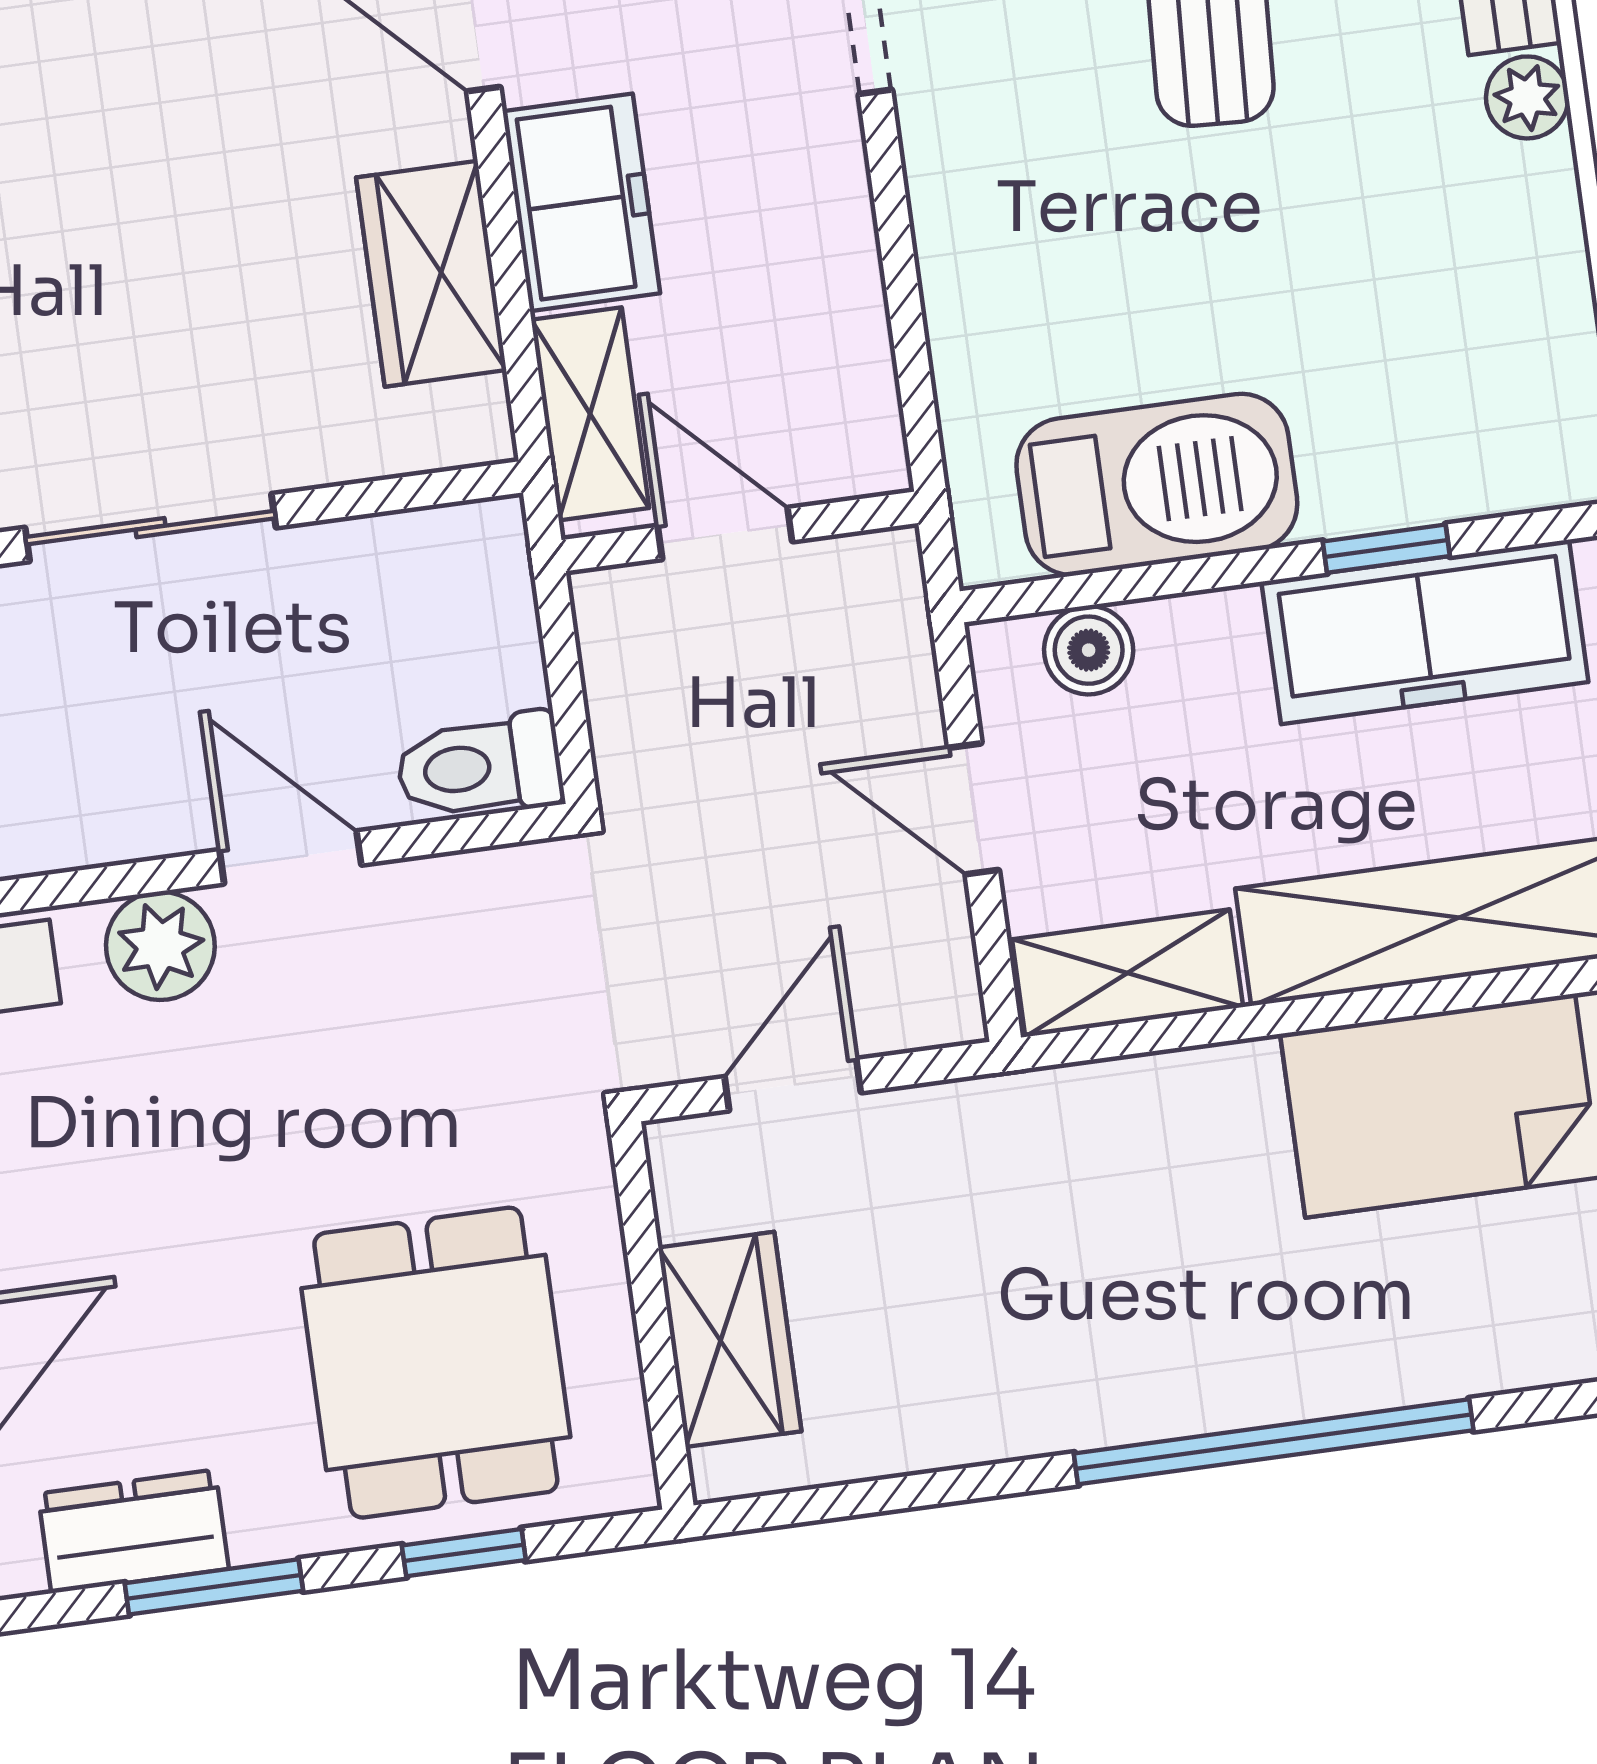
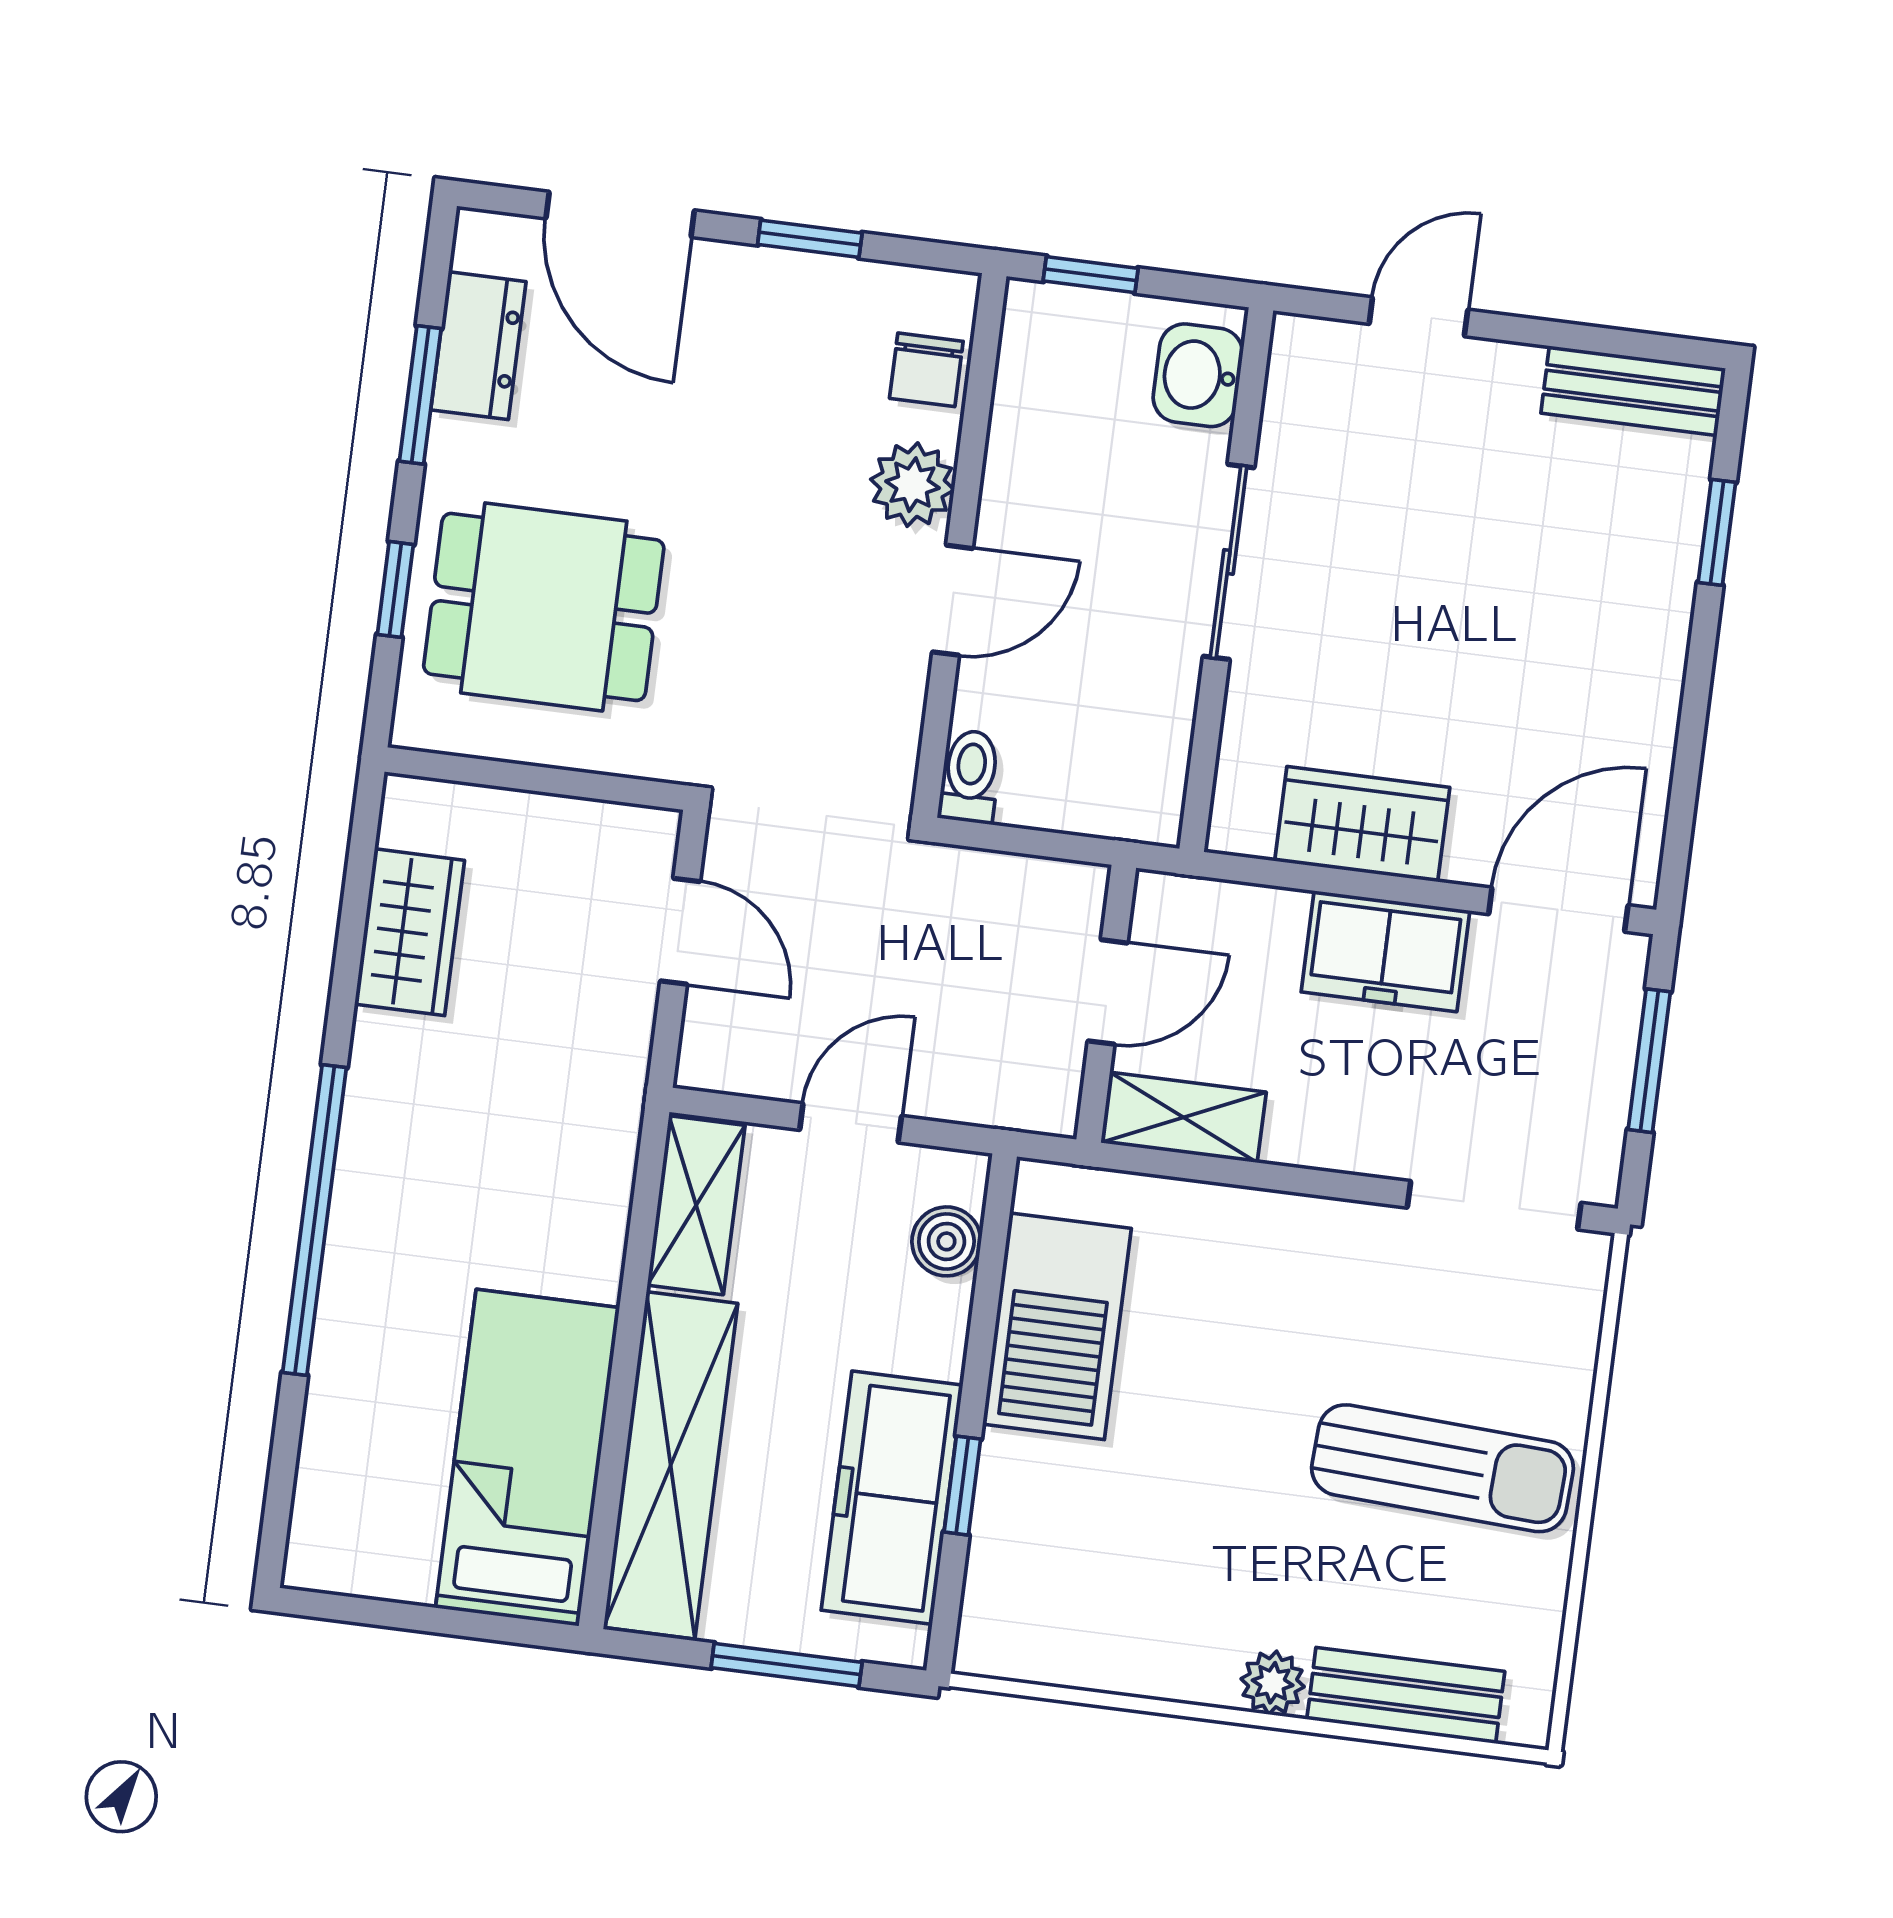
shelving: (590, 414) -> (1183, 1117), moved
toilet: (480, 766) -> (970, 777), width x0.73, depth x0.72
wardrobe: (730, 1339) -> (410, 932), moved, turned -90

